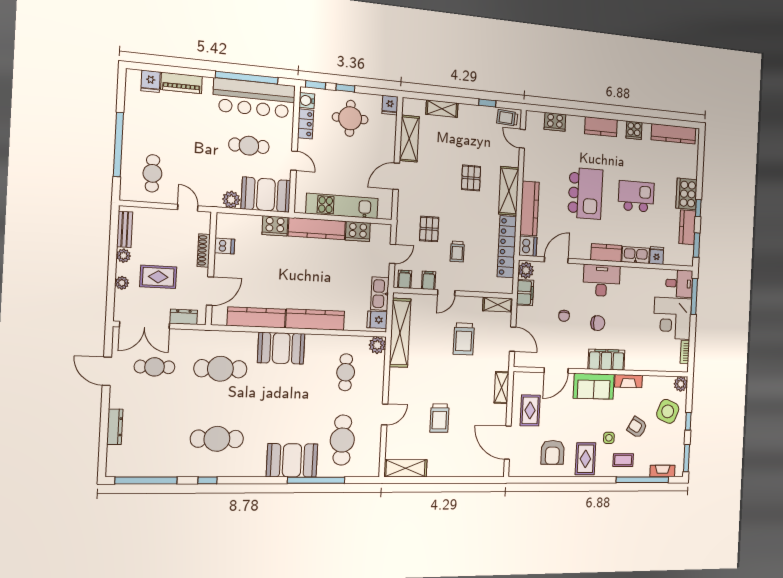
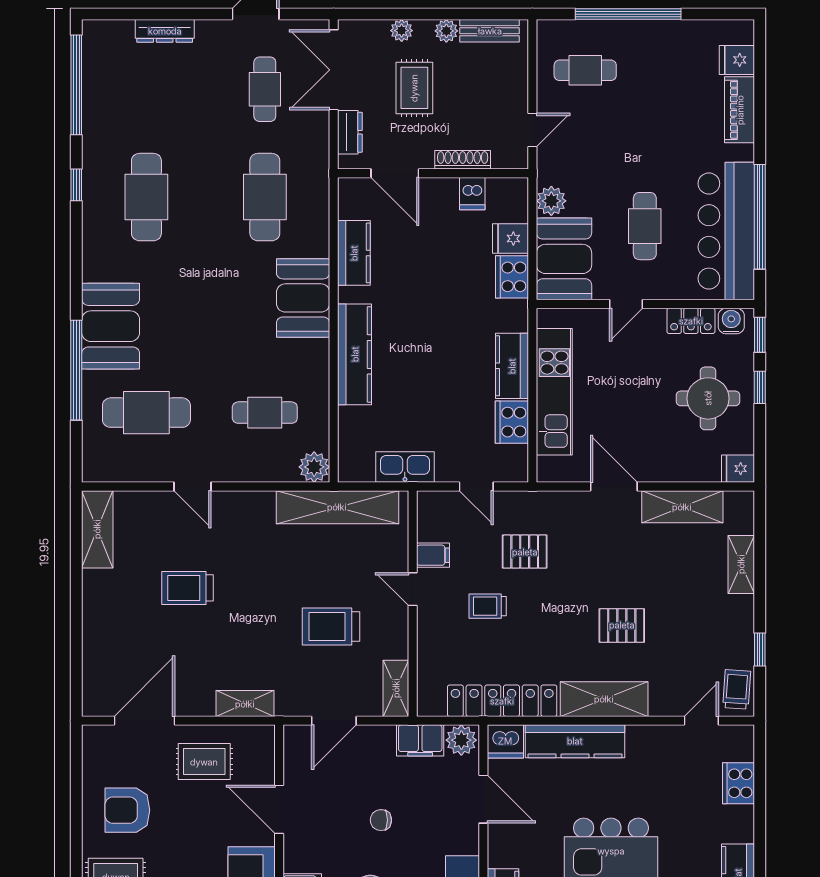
kitchen counter: (317, 229) -> (512, 366), width x0.67
filing cabinet: (405, 279) -> (433, 511), removed
kitchen counter: (256, 317) -> (354, 253), width x0.67
fridge: (377, 320) -> (511, 239), moved, turned -90

